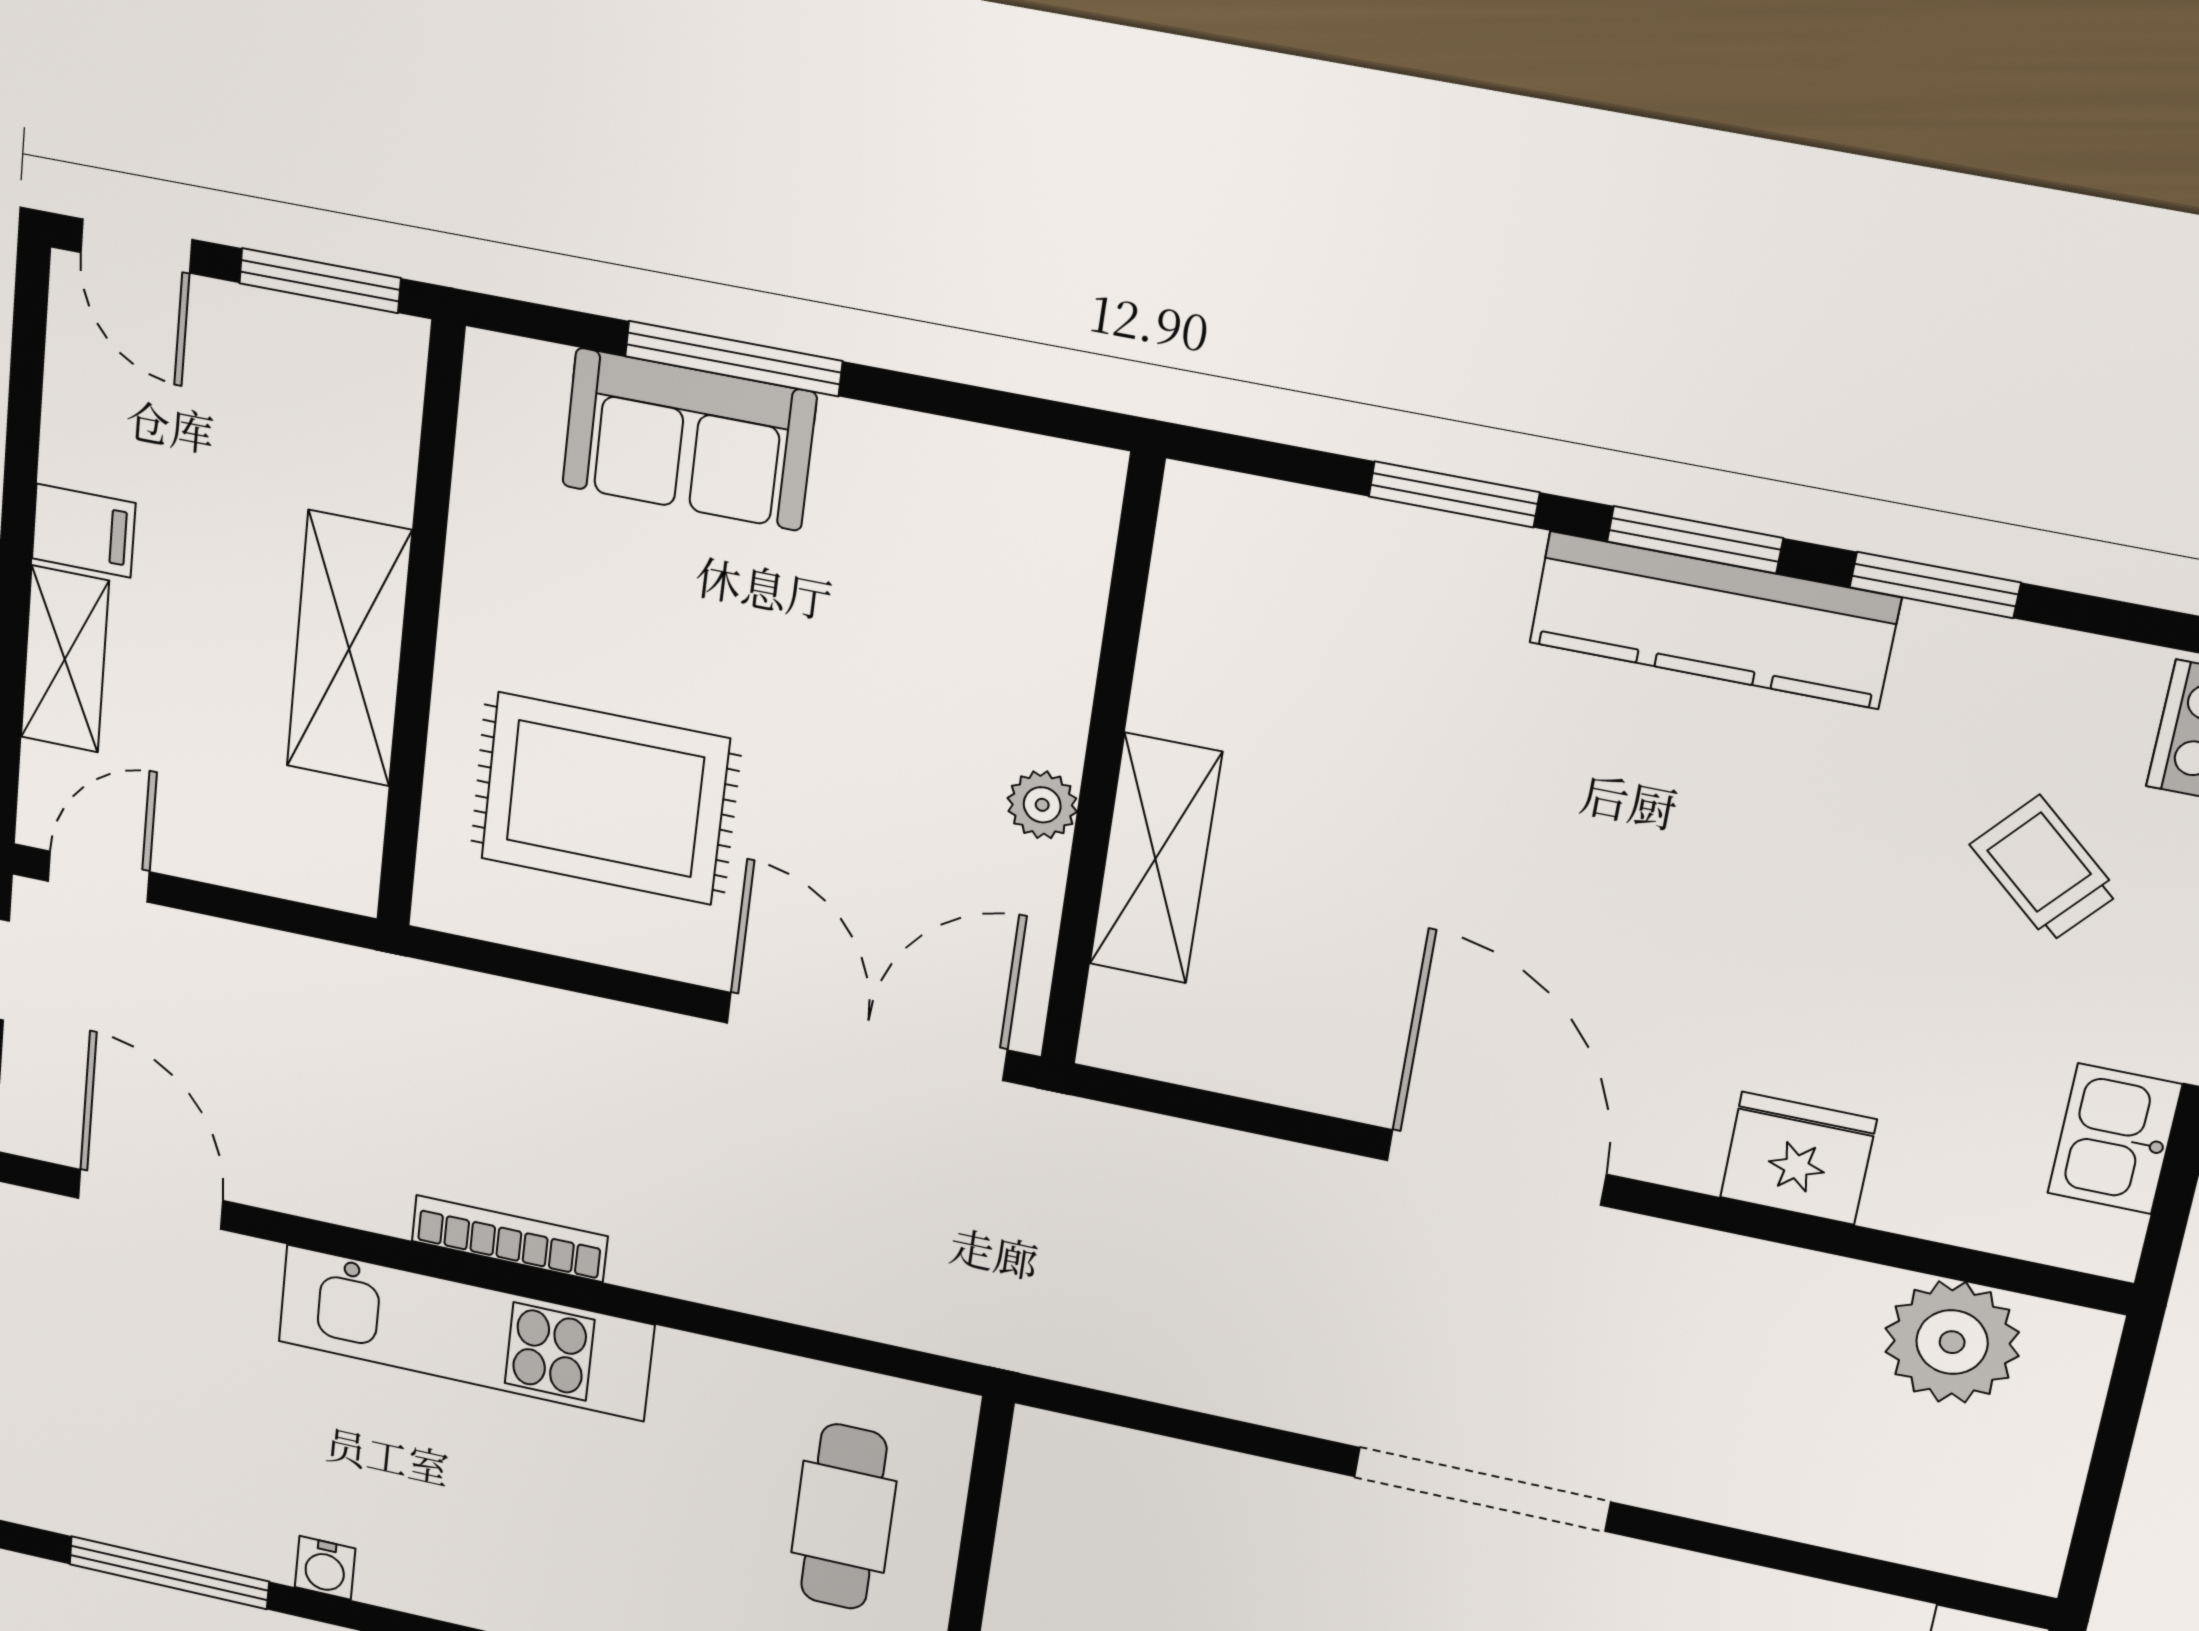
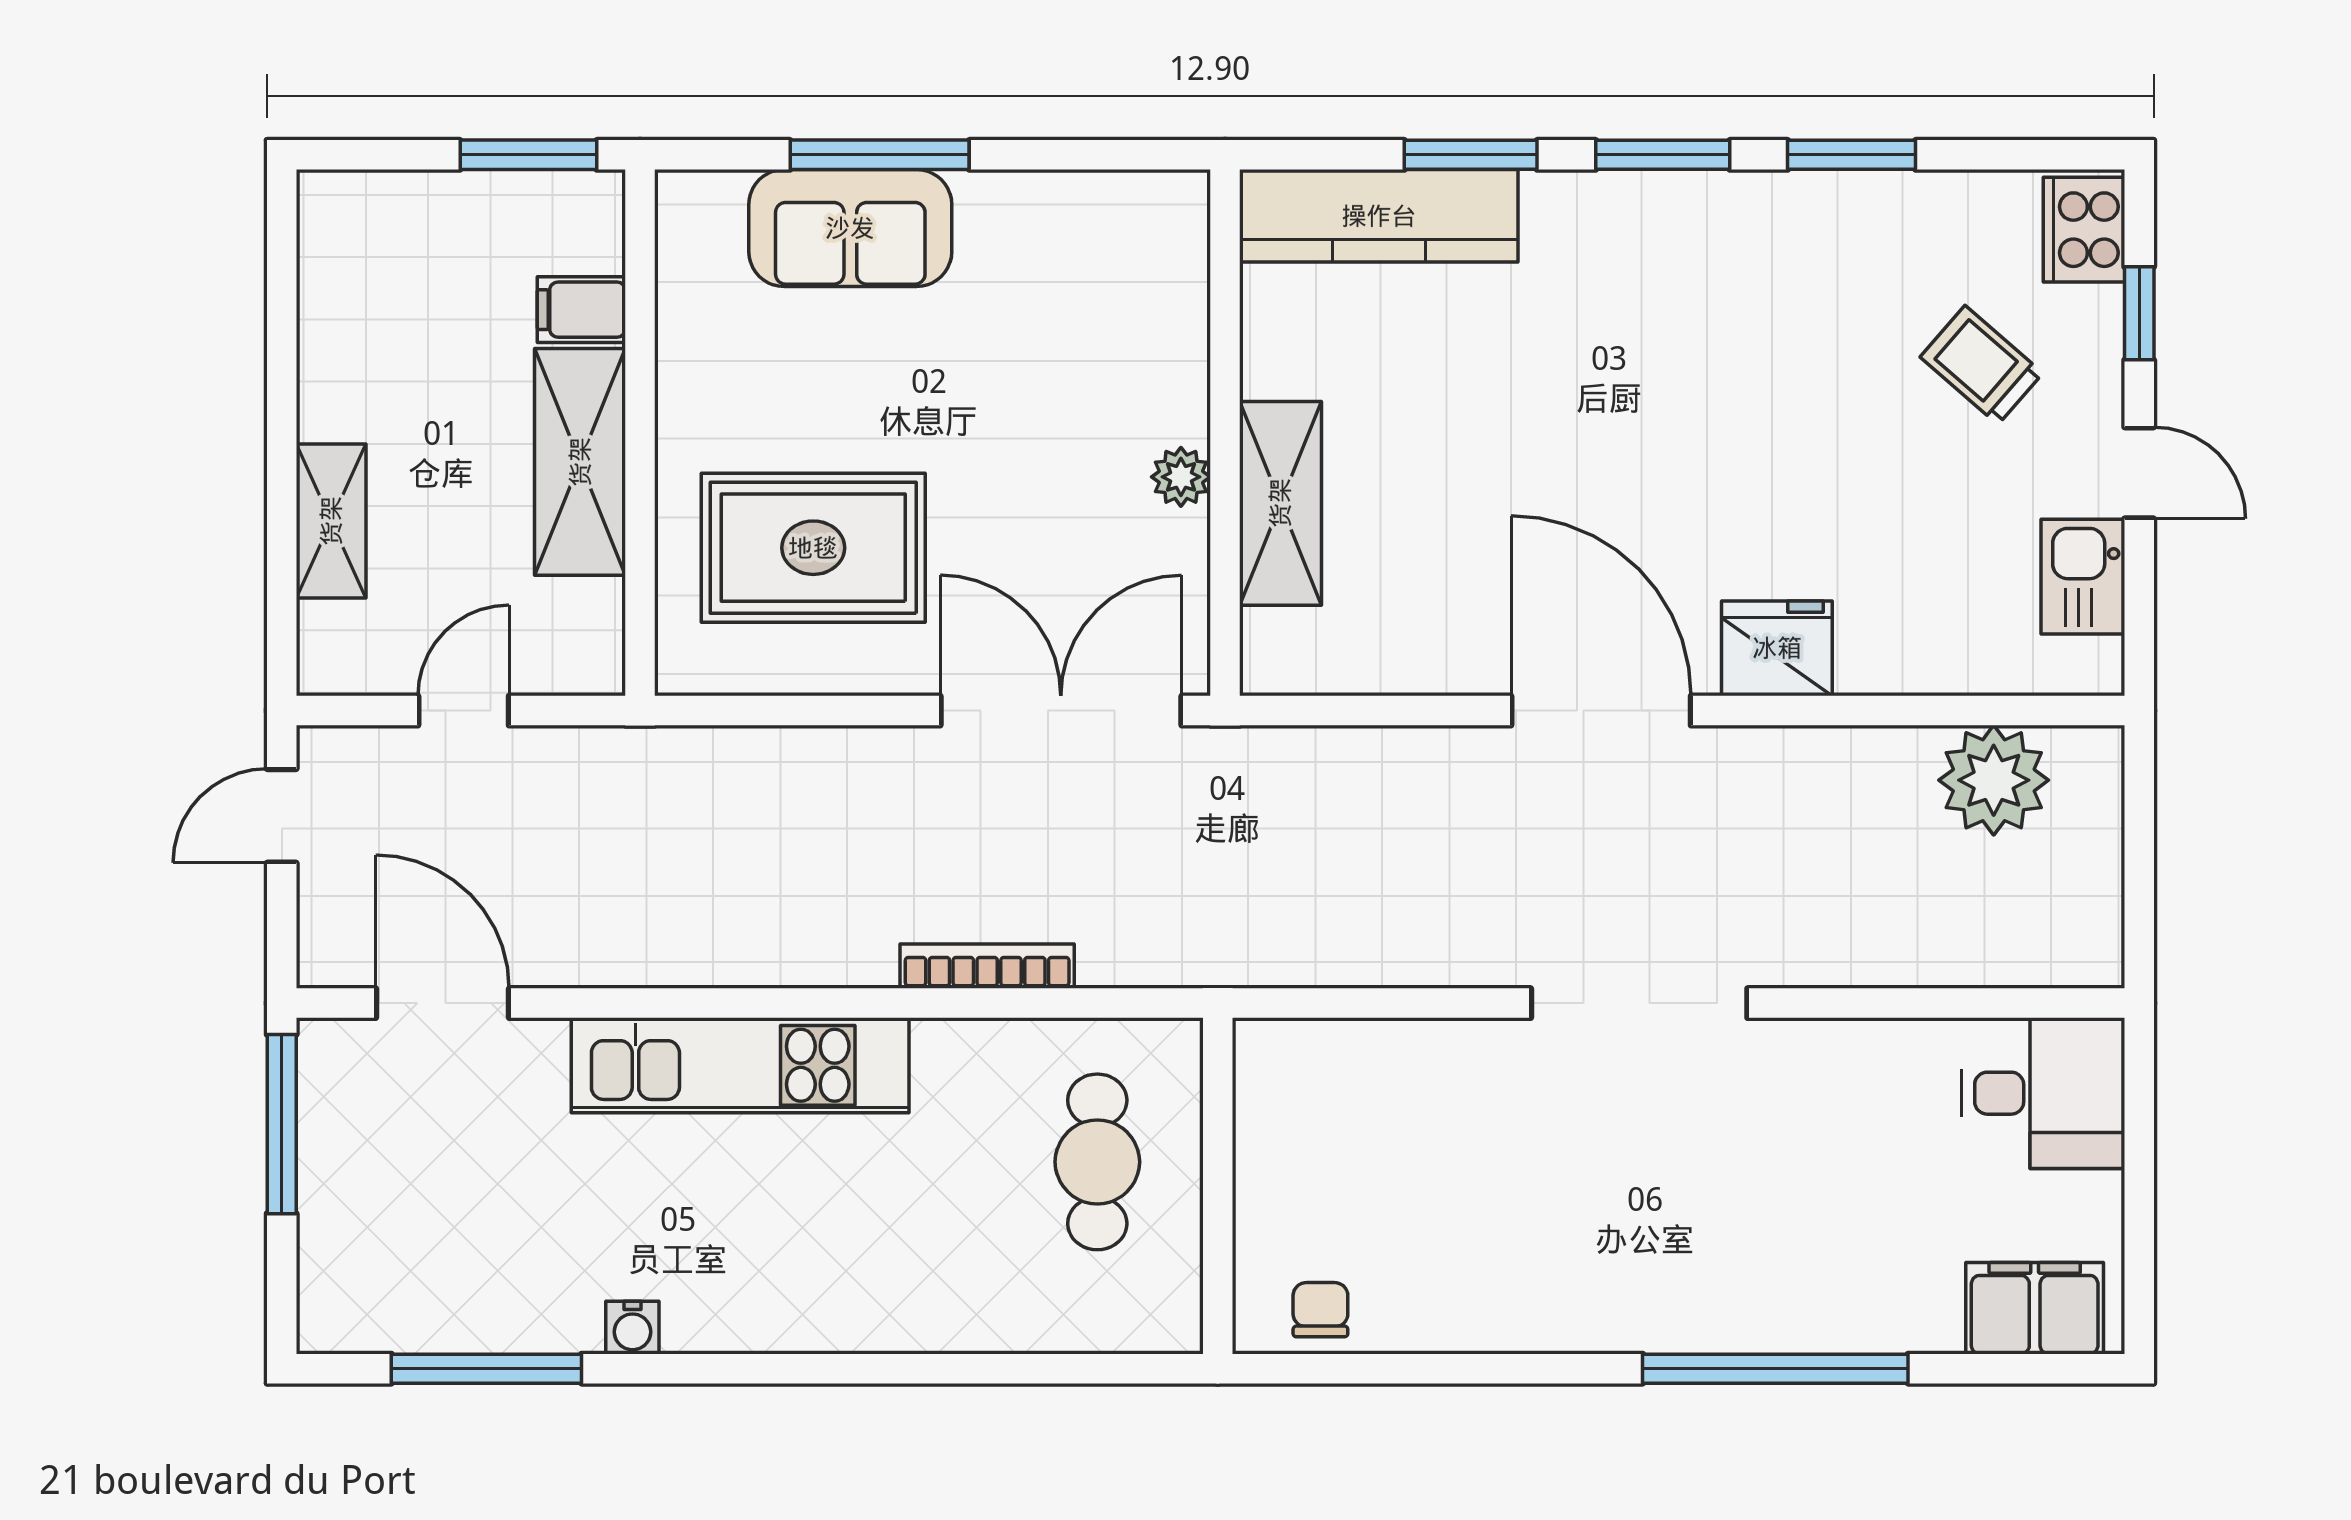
door: (136, 246) -> (370, 155), removed
filing cabinet: (84, 531) -> (581, 310), moved, turned 180
kitchen counter: (1714, 620) -> (1379, 216), moved
door: (99, 877) -> (464, 711), moved
fridge: (1798, 1158) -> (1777, 648), moved
bookcase: (509, 1239) -> (987, 966), moved

